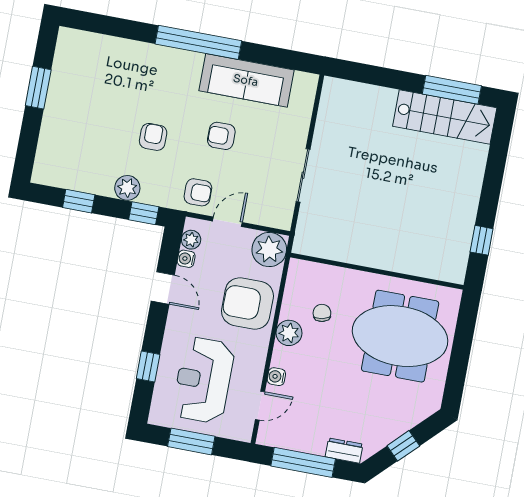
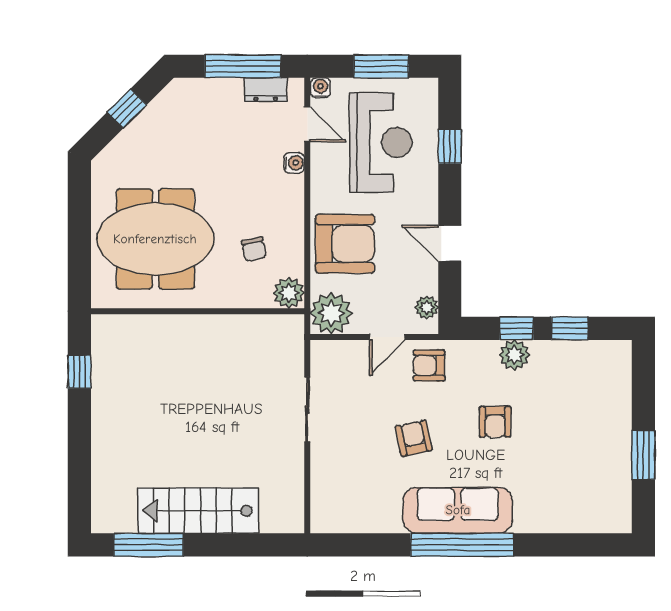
sofa: (246, 80) -> (458, 510), moved
stairs: (445, 117) -> (198, 511), moved
armchair: (221, 136) -> (414, 438), turned -102
window: (144, 213) -> (517, 328), moved
water cooler: (186, 259) -> (321, 88), moved, turned -90
plant: (289, 333) -> (289, 293), moved
door: (260, 406) -> (307, 124), swing flipped
dresser: (344, 451) -> (266, 90), moved

